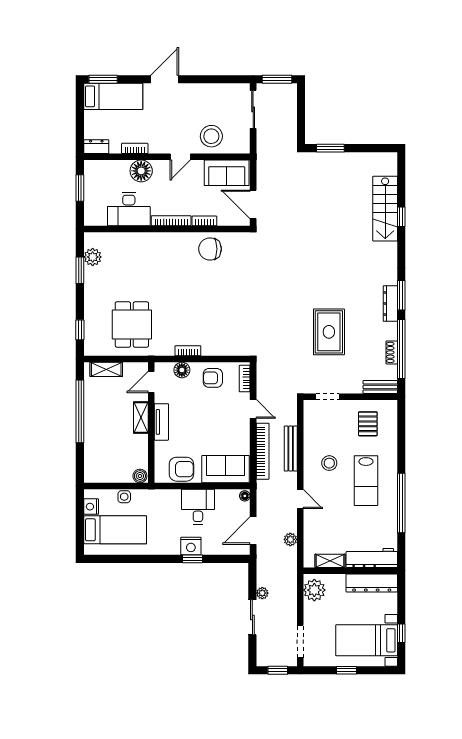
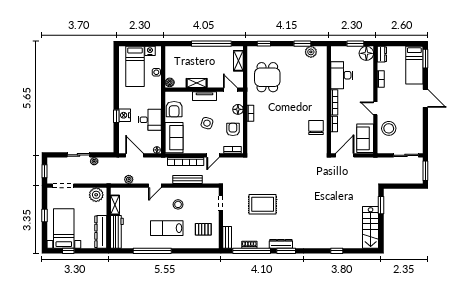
floor lamp: (141, 171) -> (366, 53), moved
stairs: (385, 209) -> (371, 227), moved, turned -90
dining table: (132, 324) -> (267, 77), turned 90
shelving: (141, 418) -> (197, 83), moved
side table: (203, 418) -> (207, 123), added

